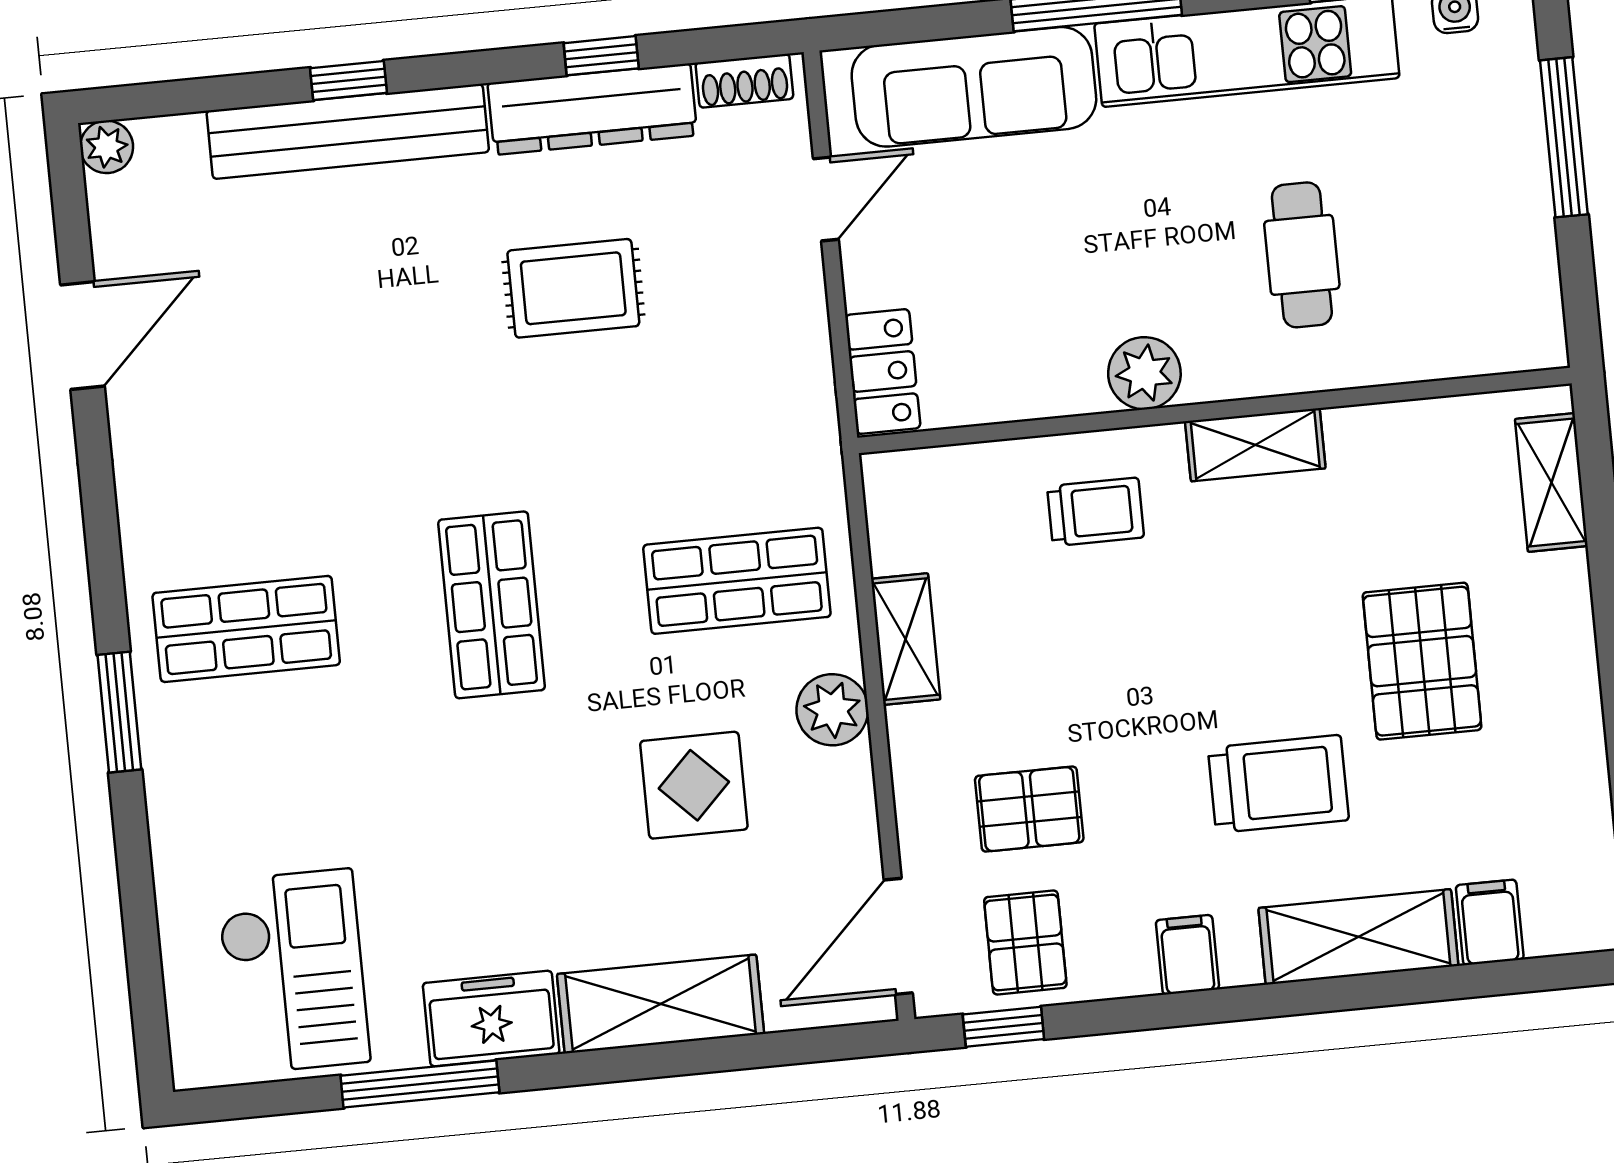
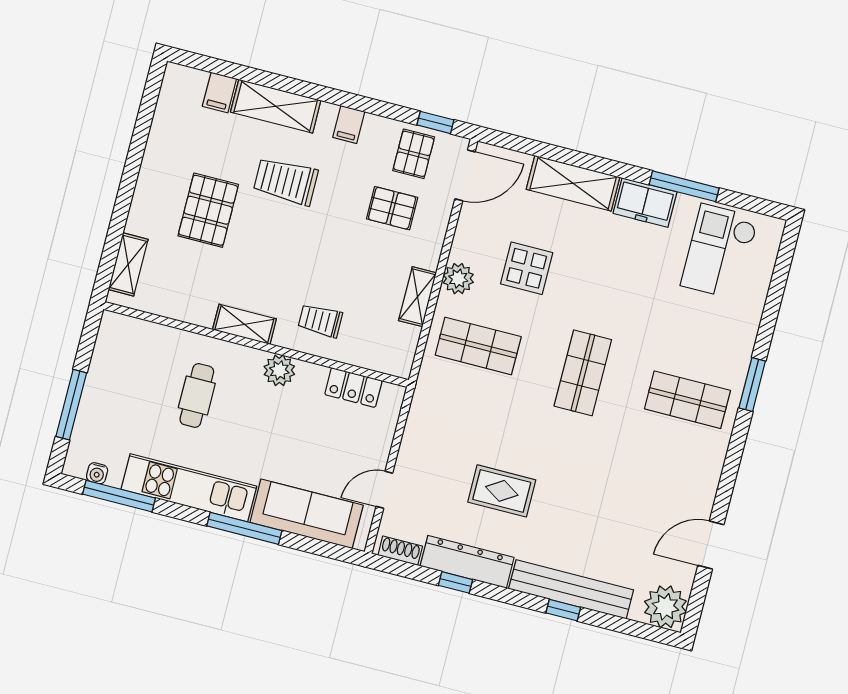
plant: (107, 147) -> (665, 607), width x1.87, depth x1.87
locker: (883, 372) -> (353, 388), moved, turned -90

